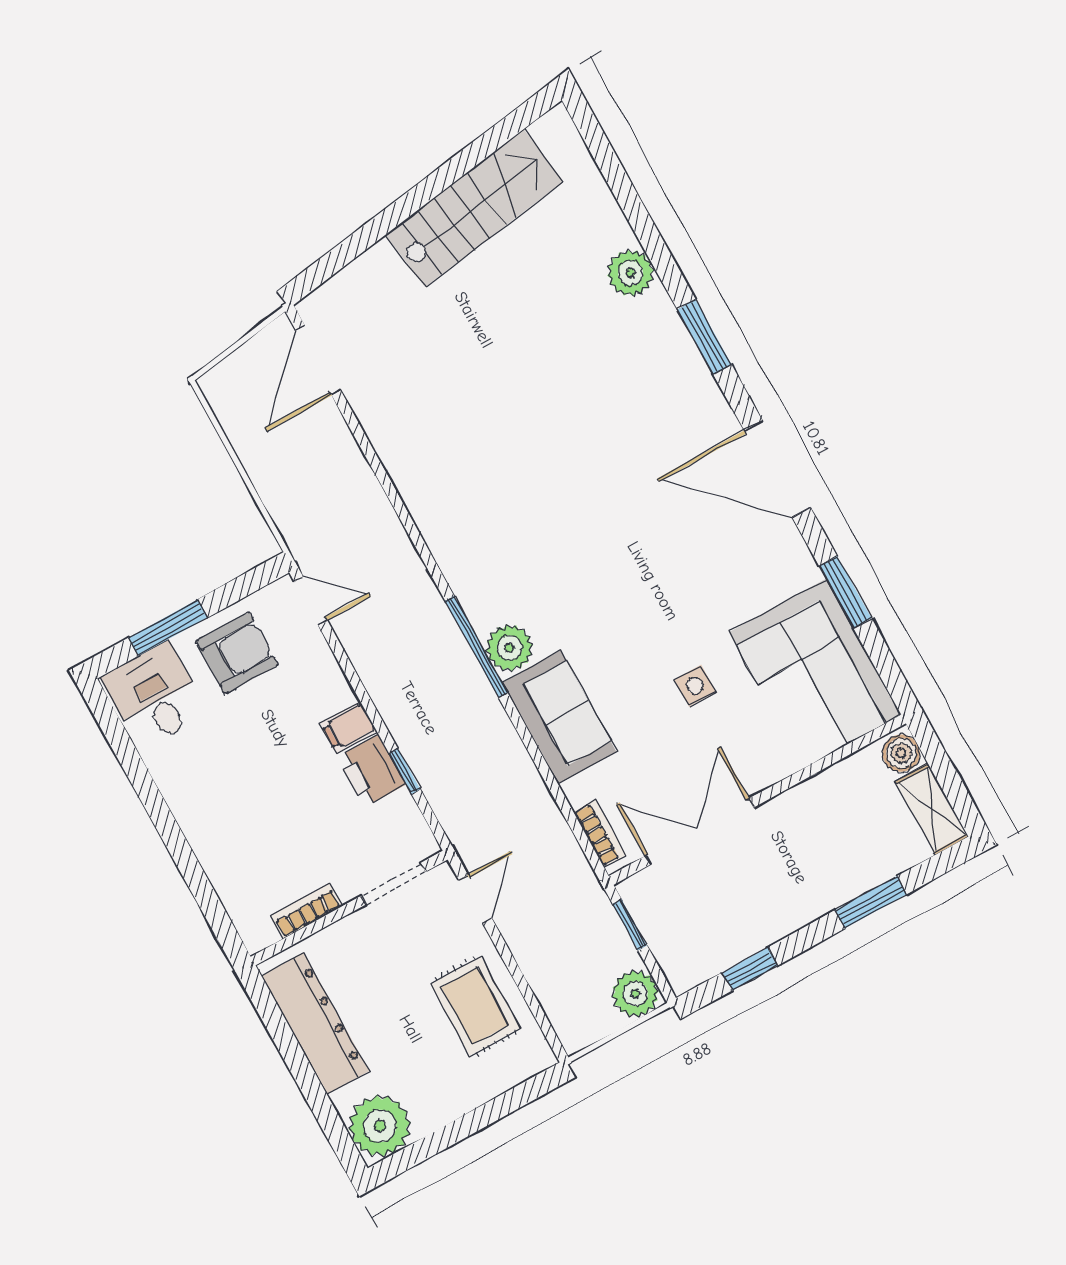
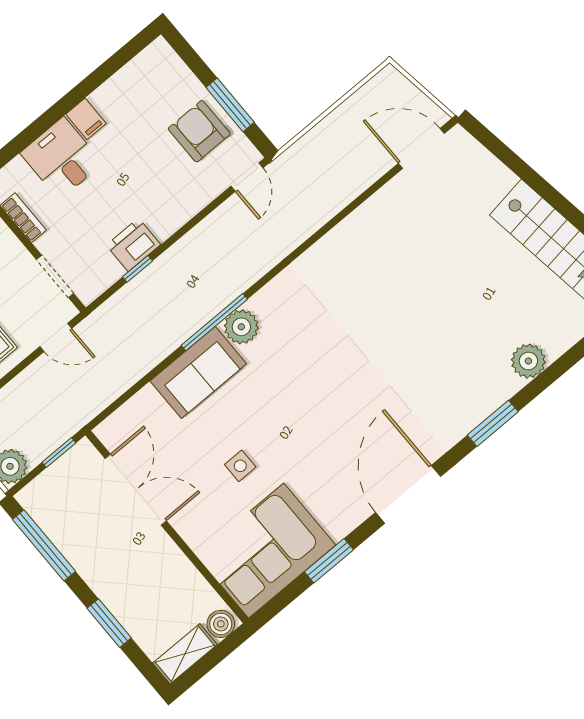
window: (168, 628) -> (230, 105), moved
window: (476, 647) -> (214, 322), moved
armchair: (237, 653) -> (199, 131), turned 180
desk: (155, 695) -> (62, 158), moved, turned -90
filing cabinet: (349, 727) -> (86, 119), moved, turned 180
bookcase: (600, 833) -> (120, 418), removed
window: (750, 969) -> (44, 545), width x2.17

